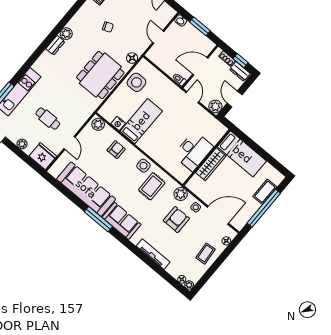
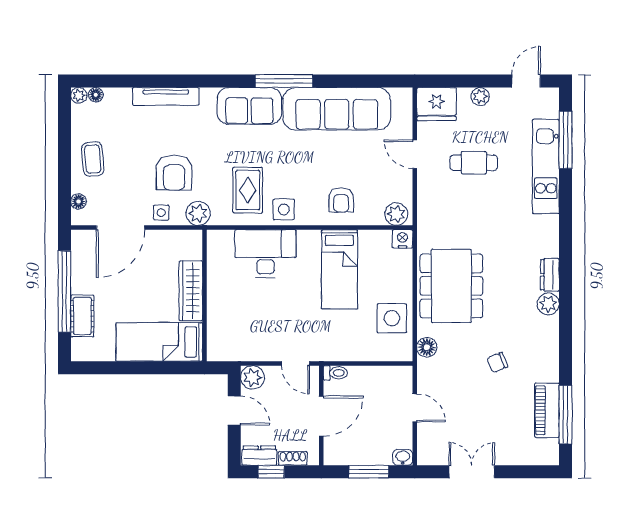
nightstand: (118, 123) -> (403, 239), moved
desk: (193, 151) -> (265, 254), moved, turned 90

